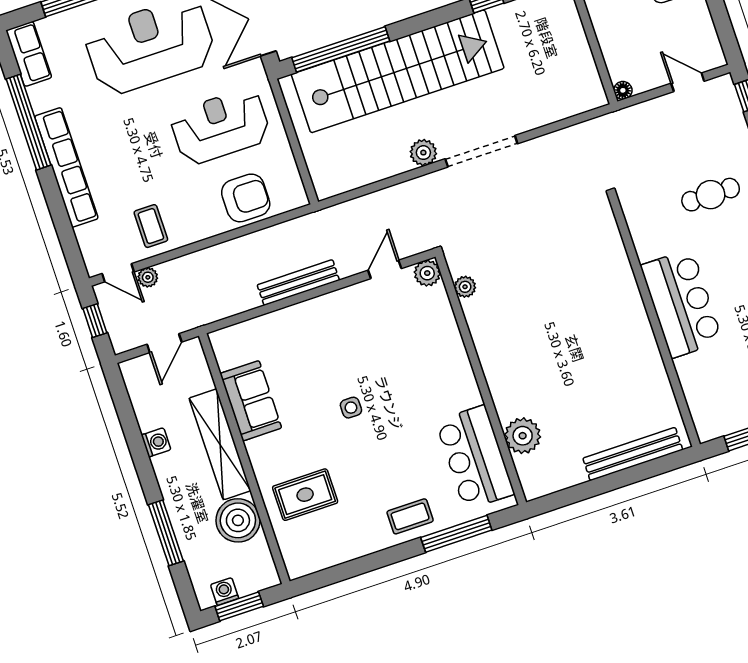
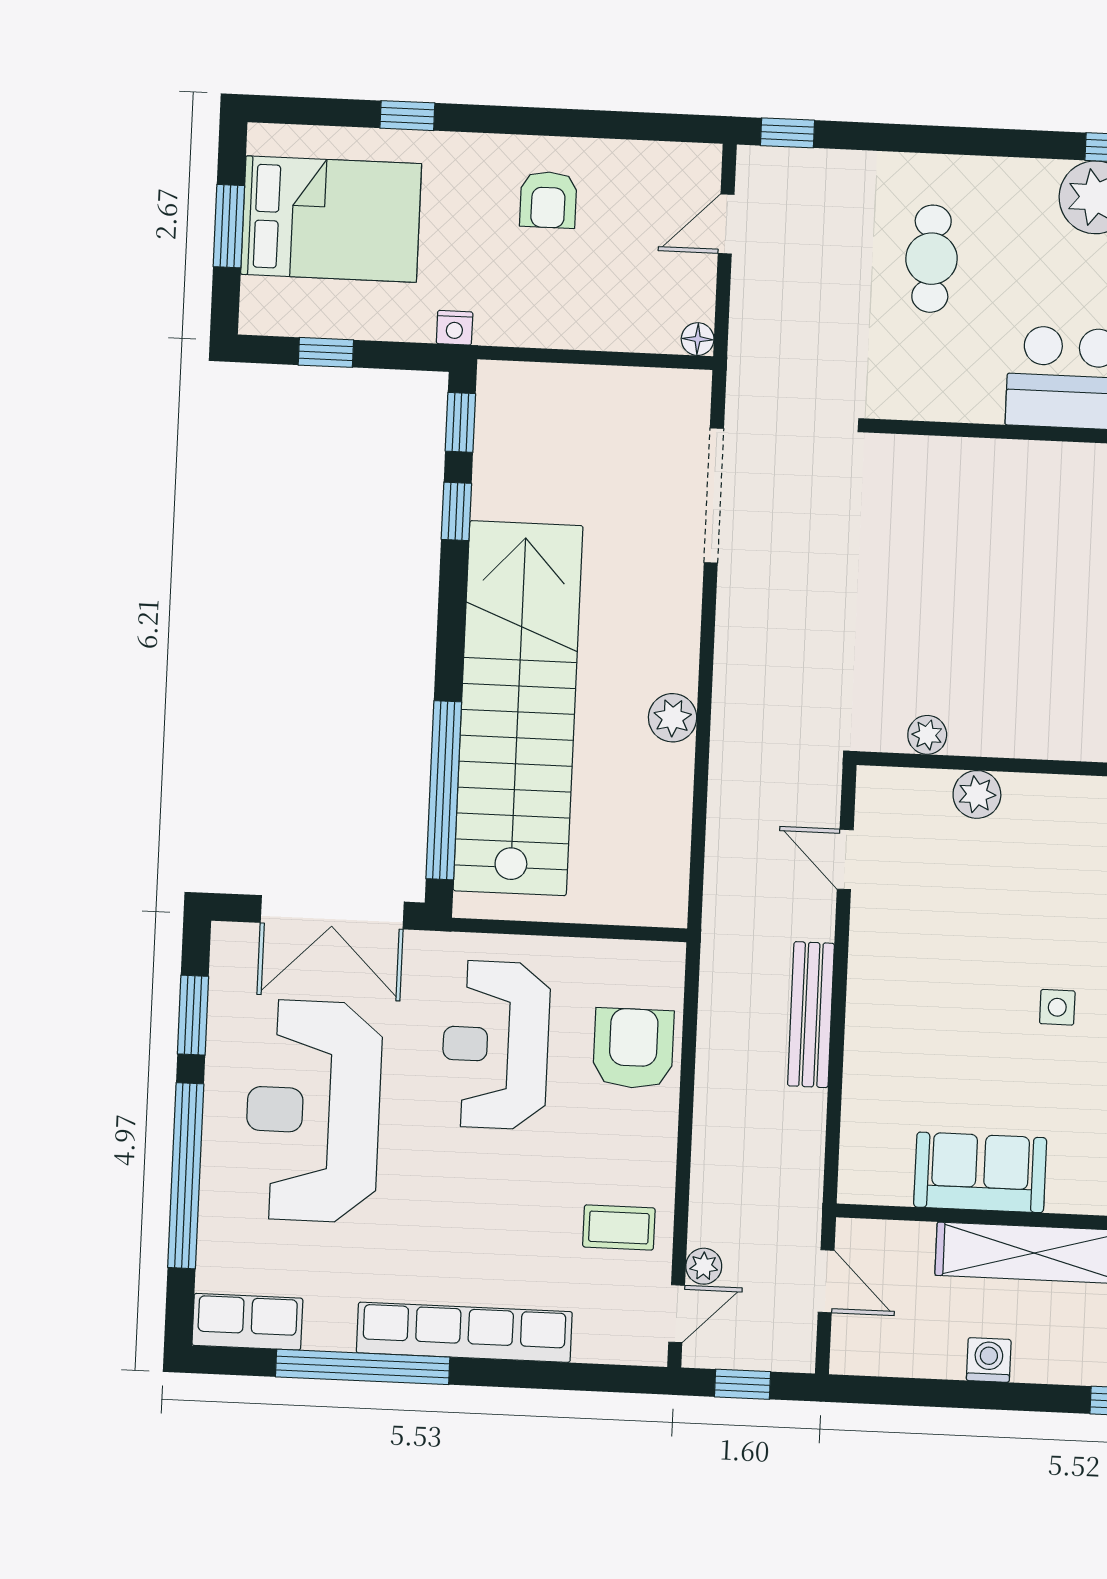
doorway: (481, 151) -> (714, 495), moved
plant: (427, 273) -> (977, 794), moved

